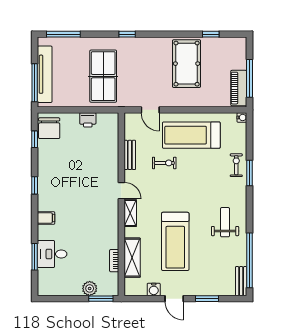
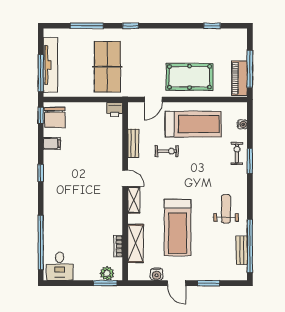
window: (63, 34) -> (87, 26), moved
pool table: (187, 64) -> (189, 77), moved, turned 90
door: (150, 110) -> (153, 100), hinge flipped
water cooler: (242, 117) -> (242, 124), moved
printer: (88, 120) -> (115, 109), moved
treadmill: (191, 135) -> (193, 124), turned 180
window: (35, 139) -> (41, 115), moved
filing cabinet: (46, 218) -> (52, 144), moved
desk: (52, 254) -> (60, 266), moved, turned -90
window: (35, 257) -> (41, 242), width x2.11
bench: (241, 281) -> (242, 250), moved
plant: (90, 288) -> (107, 273), moved

